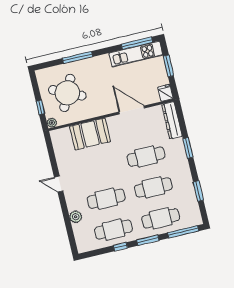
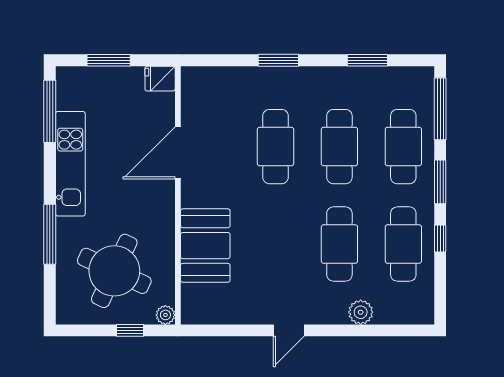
kitchen unit: (136, 54) -> (70, 164), moved
dresser: (172, 120) -> (217, 79), removed

